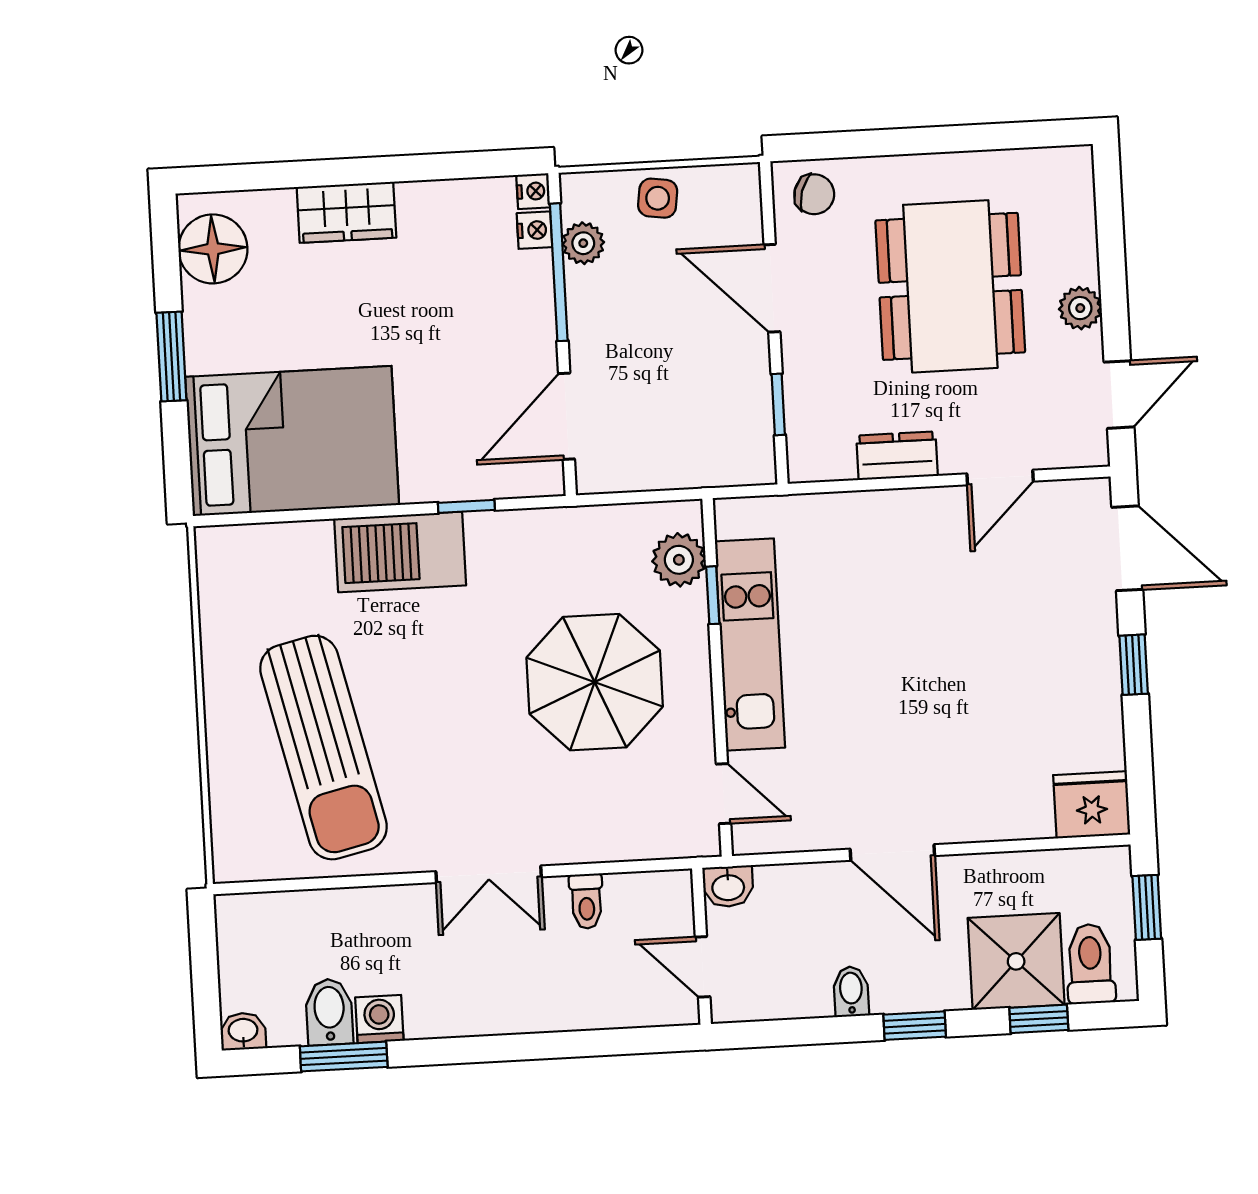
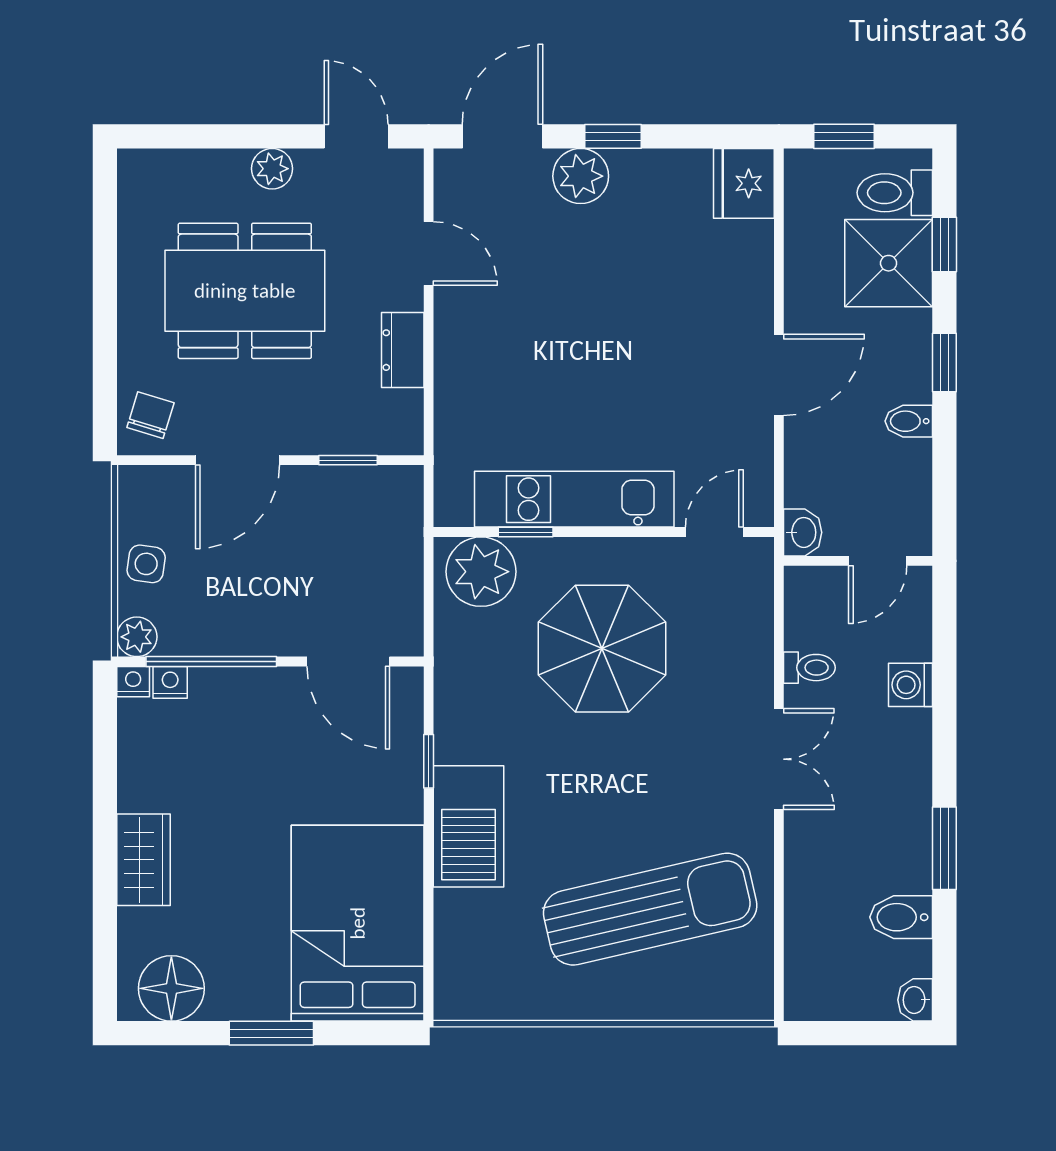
plant: (583, 243) -> (137, 637), moved
plant: (679, 560) -> (481, 572), width x1.36, depth x1.36
plant: (1090, 633) -> (581, 176), added
washing machine: (379, 1019) -> (910, 685), moved
window: (344, 1057) -> (944, 848), moved

